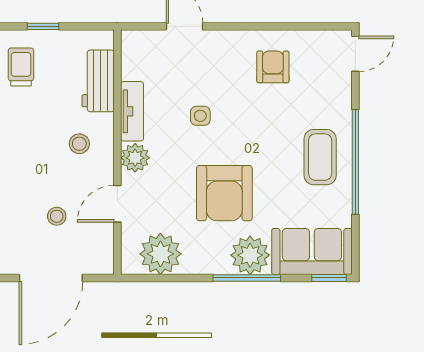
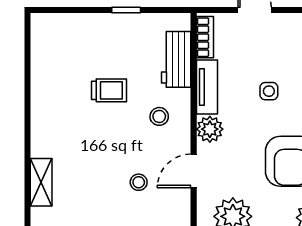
bookcase: (130, 56) -> (205, 37), added
trolley: (21, 67) -> (109, 90), moved, turned 90

